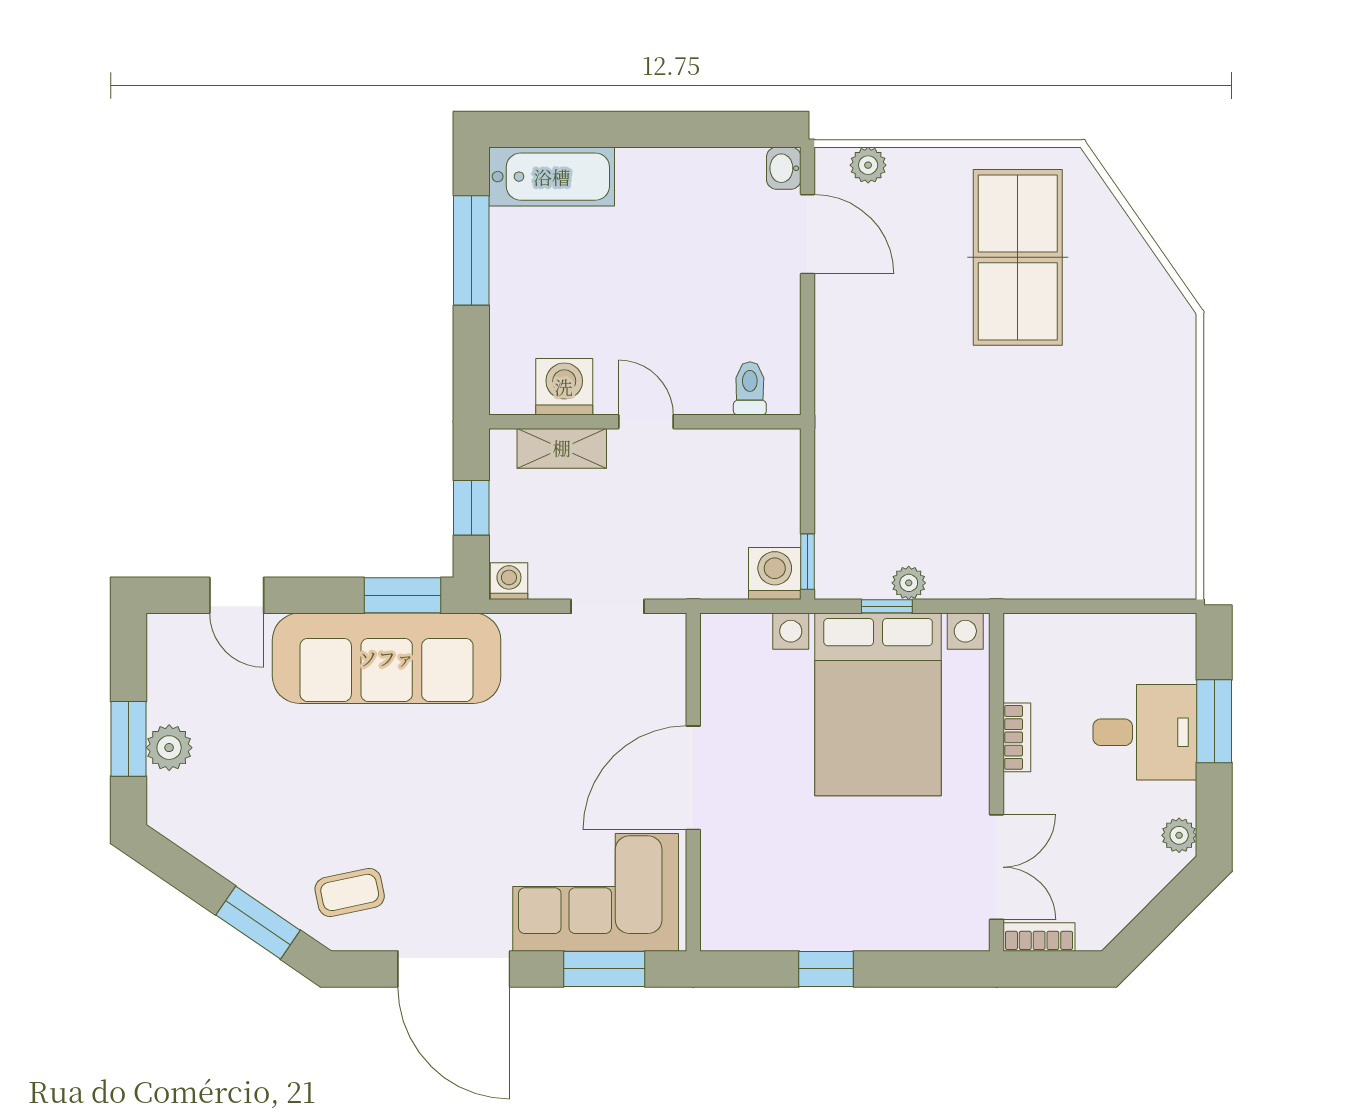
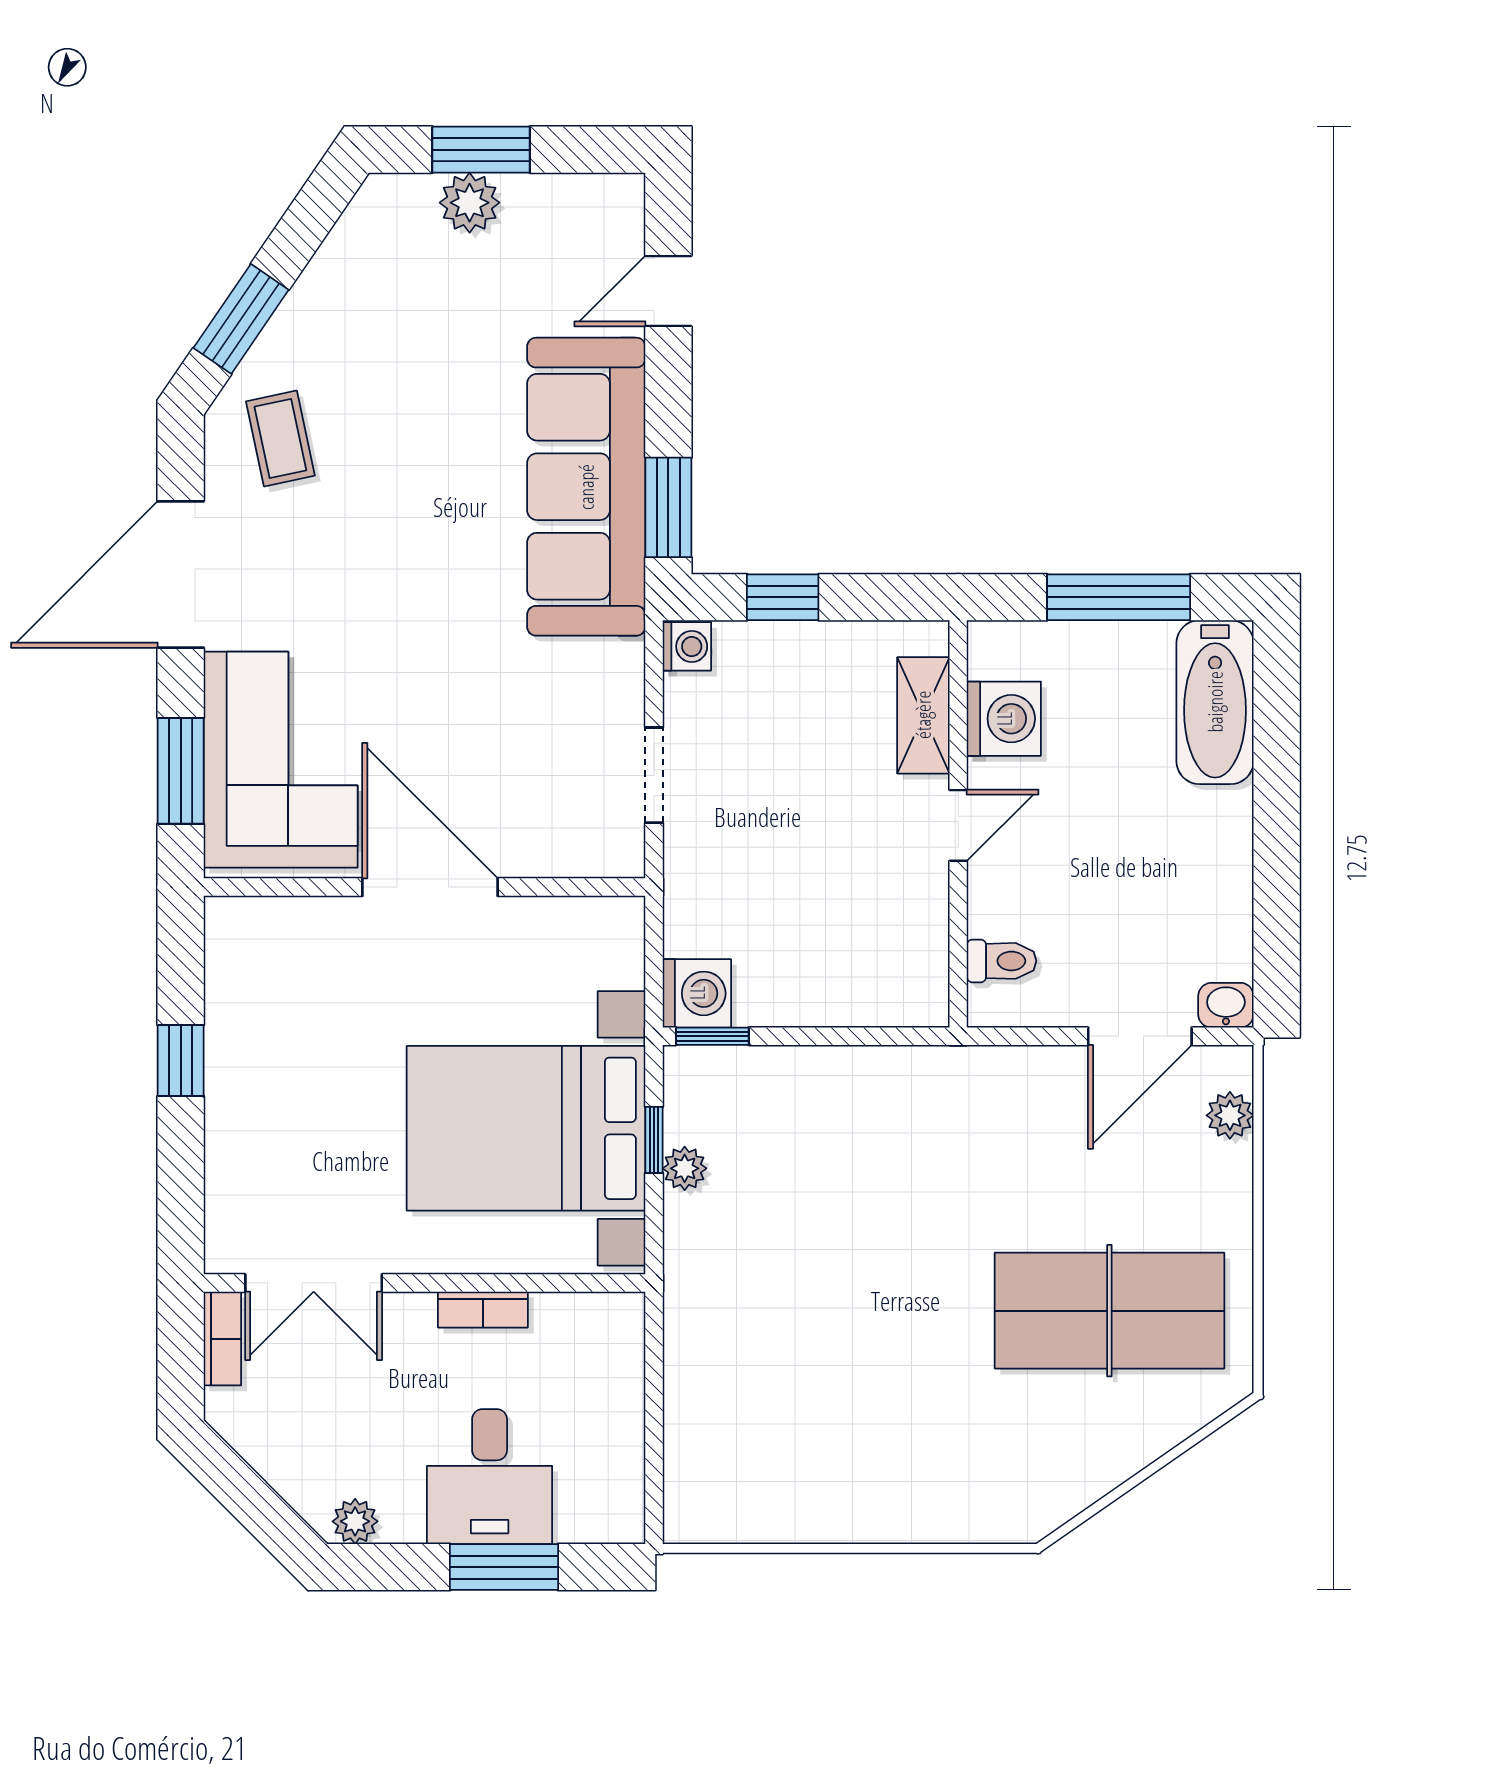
washing machine: (564, 387) -> (1004, 719), moved
toilet: (750, 388) -> (1002, 961), moved
wall: (645, 422) -> (958, 824), moved
door: (646, 422) -> (958, 825), moved
shelving: (562, 448) -> (923, 715), moved

